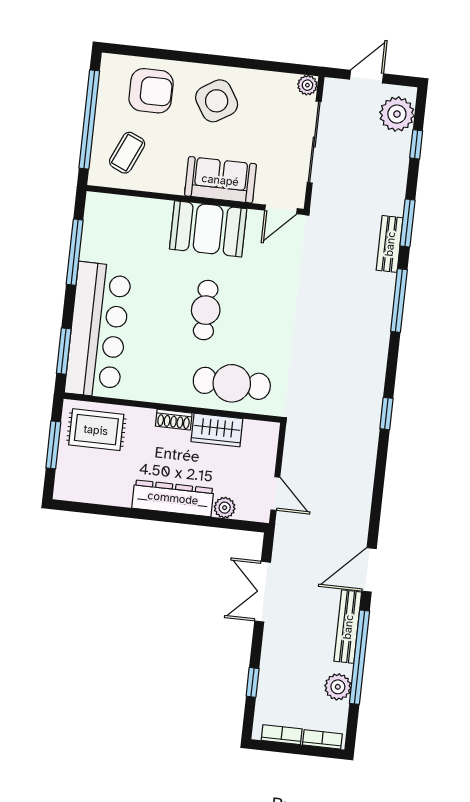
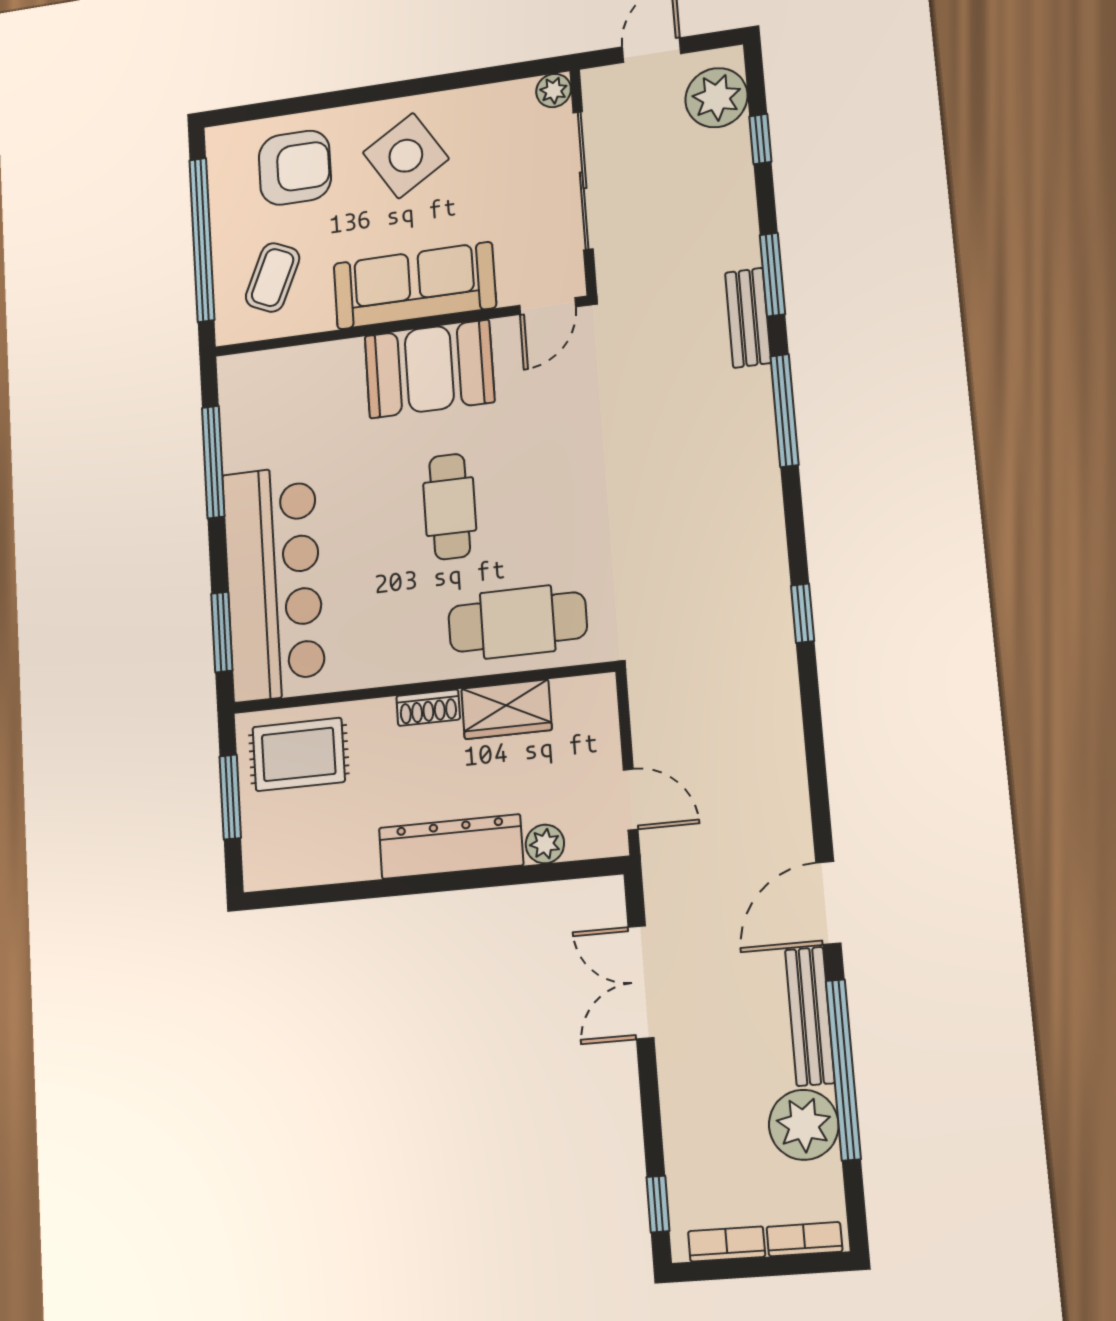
sofa: (220, 180) -> (415, 286), width x1.36
window: (253, 682) -> (658, 1204), moved
plant: (338, 687) -> (804, 1125), width x1.36, depth x1.36

